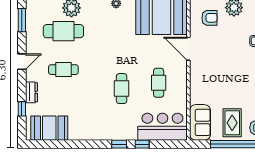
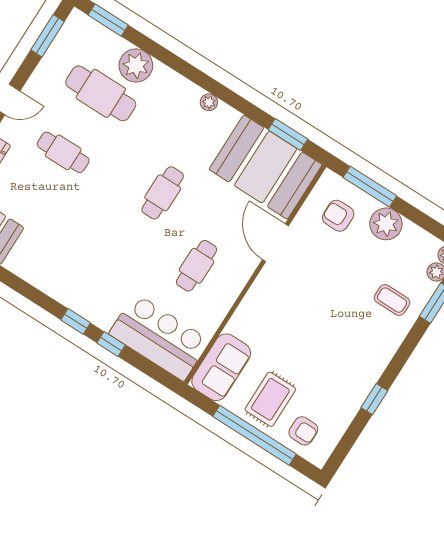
armchair: (209, 18) -> (338, 216), turned 180
cafe table: (122, 89) -> (163, 193), moved

